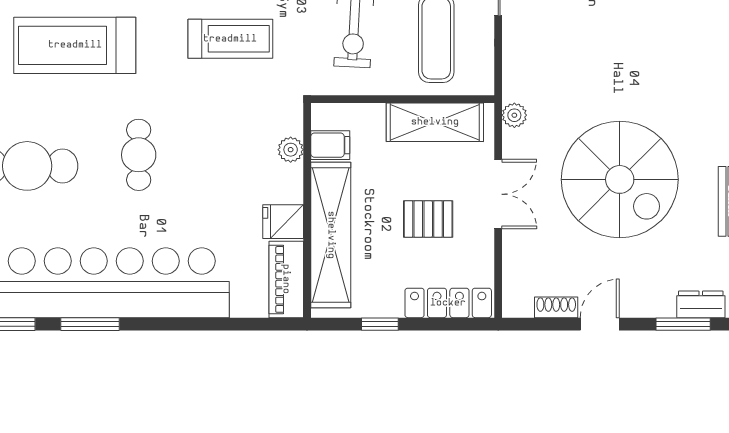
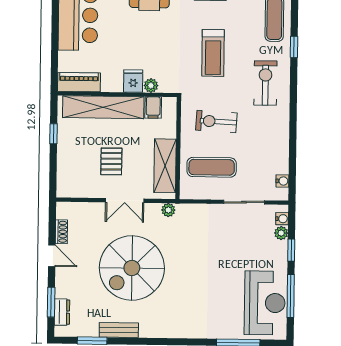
fridge: (283, 222) -> (133, 81), moved
locker: (448, 303) -> (65, 172), removed

